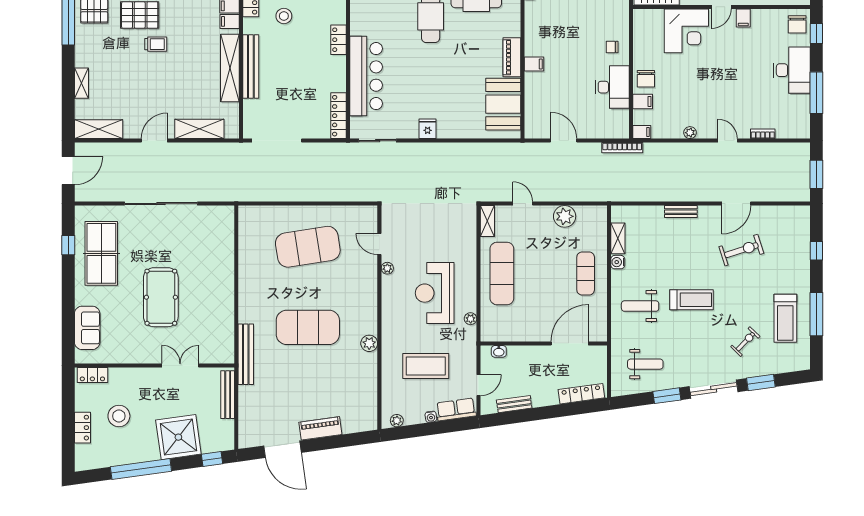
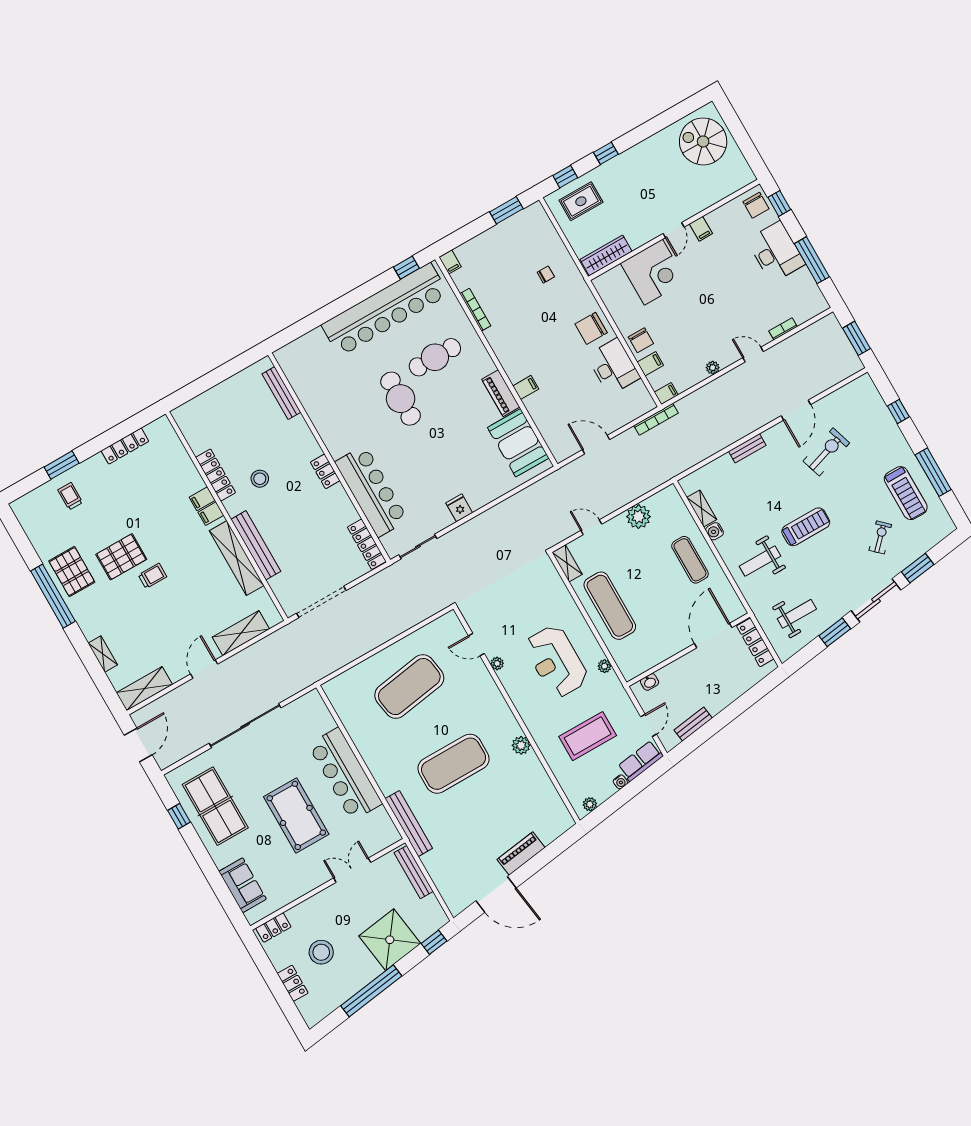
chair: (612, 47) -> (591, 328), width x1.87, depth x1.87
bar counter: (218, 287) -> (345, 774), added
locker: (581, 394) -> (755, 642), moved, turned -82

